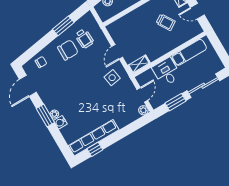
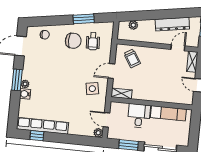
trolley: (166, 22) -> (132, 58), moved
door: (142, 95) -> (106, 120), swing flipped

